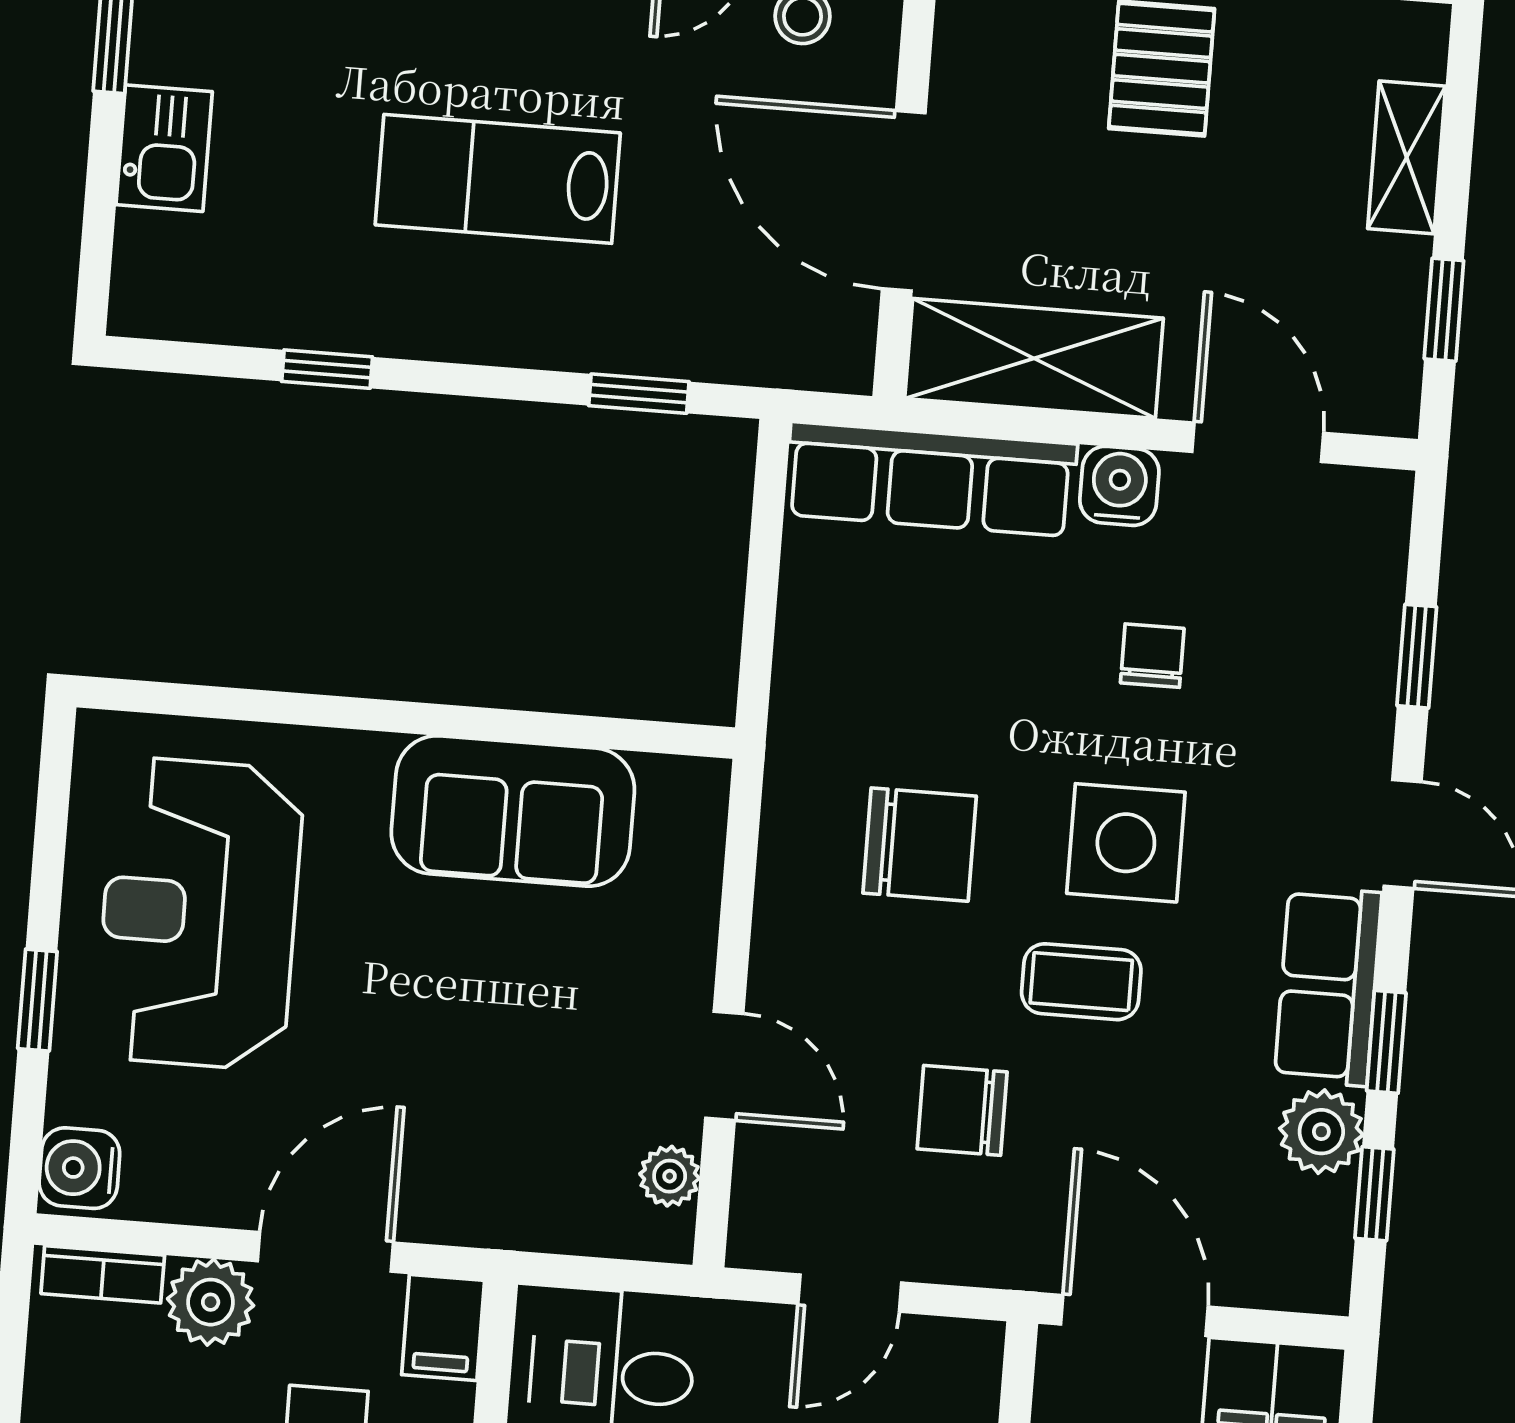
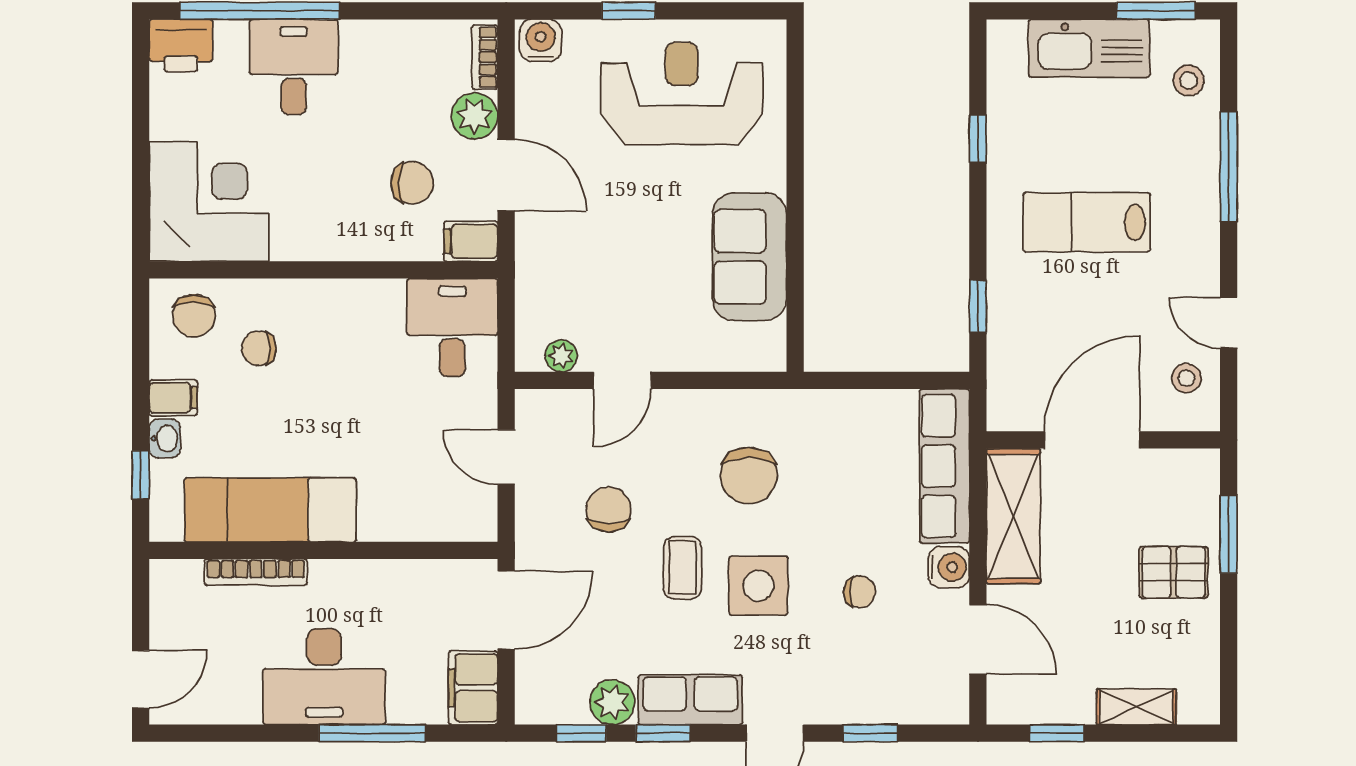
kitchen sink: (164, 148) -> (1089, 48), width x1.88, depth x1.24
lab bench: (498, 179) -> (1087, 222), turned -90
door: (1258, 442) -> (978, 639), hinge flipped

